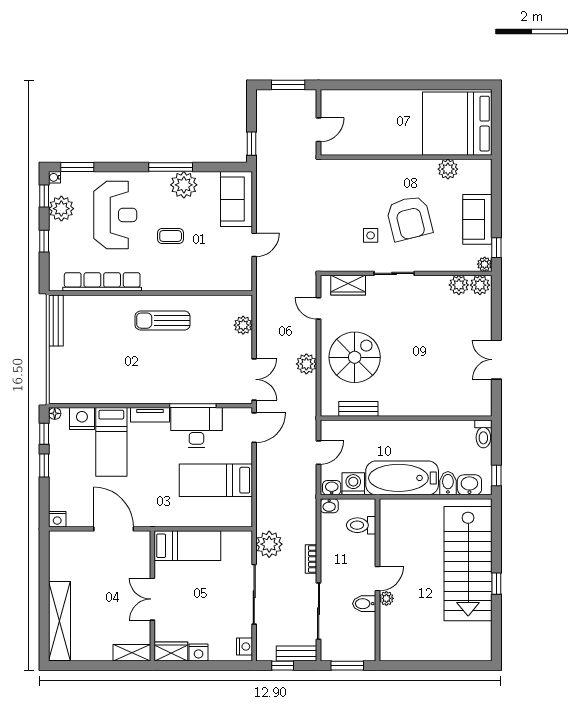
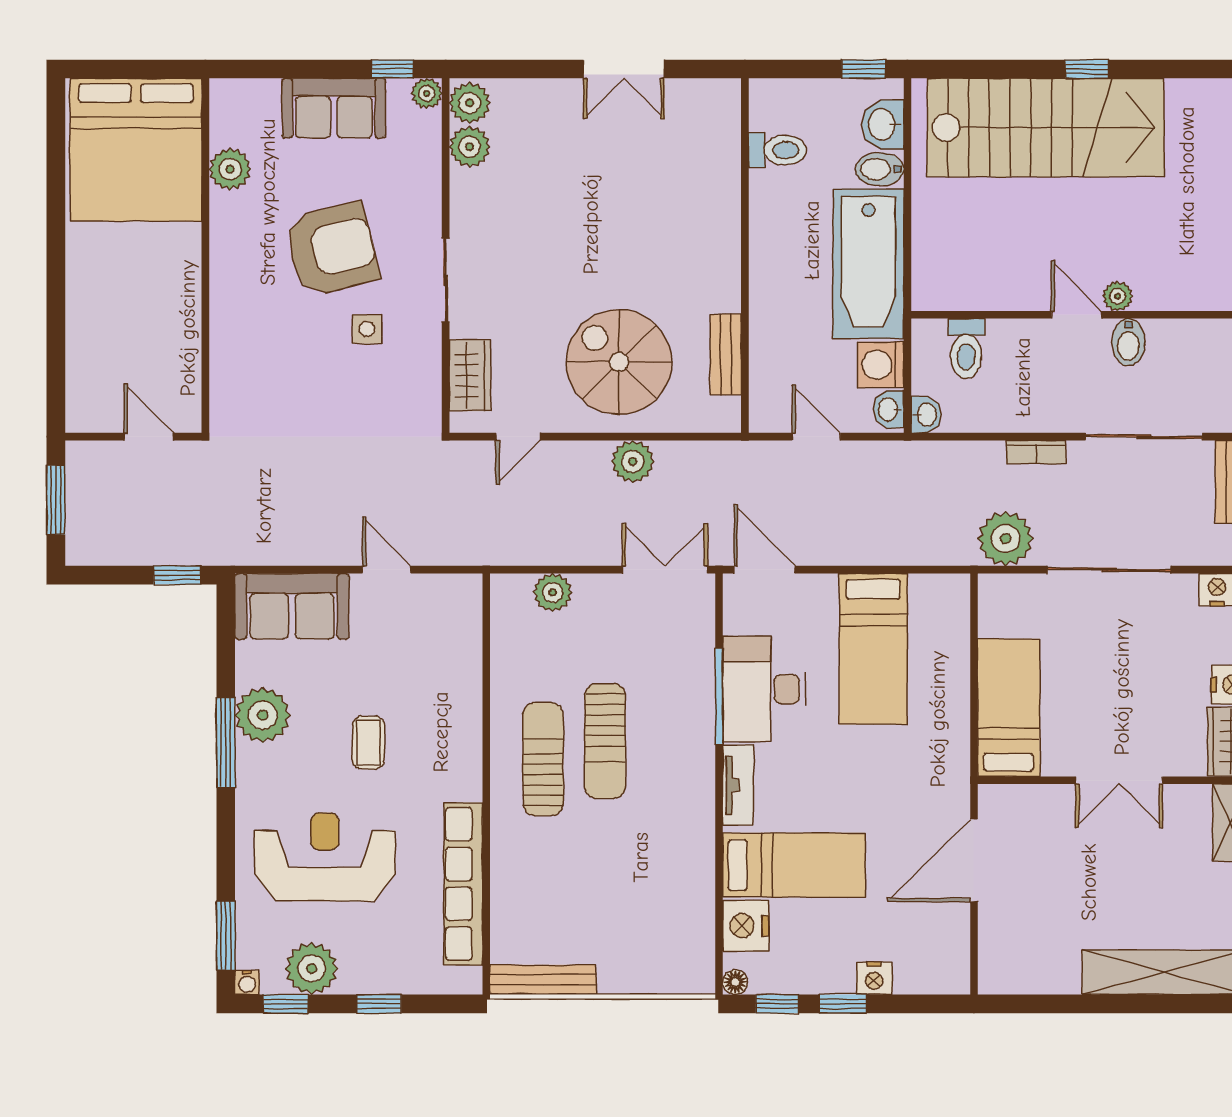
sun lounger: (163, 321) -> (543, 759), turned 180
sun lounger: (171, 351) -> (605, 741), added
toilet: (483, 434) -> (778, 150), moved
nightstand: (57, 519) -> (874, 978), moved, turned 90

